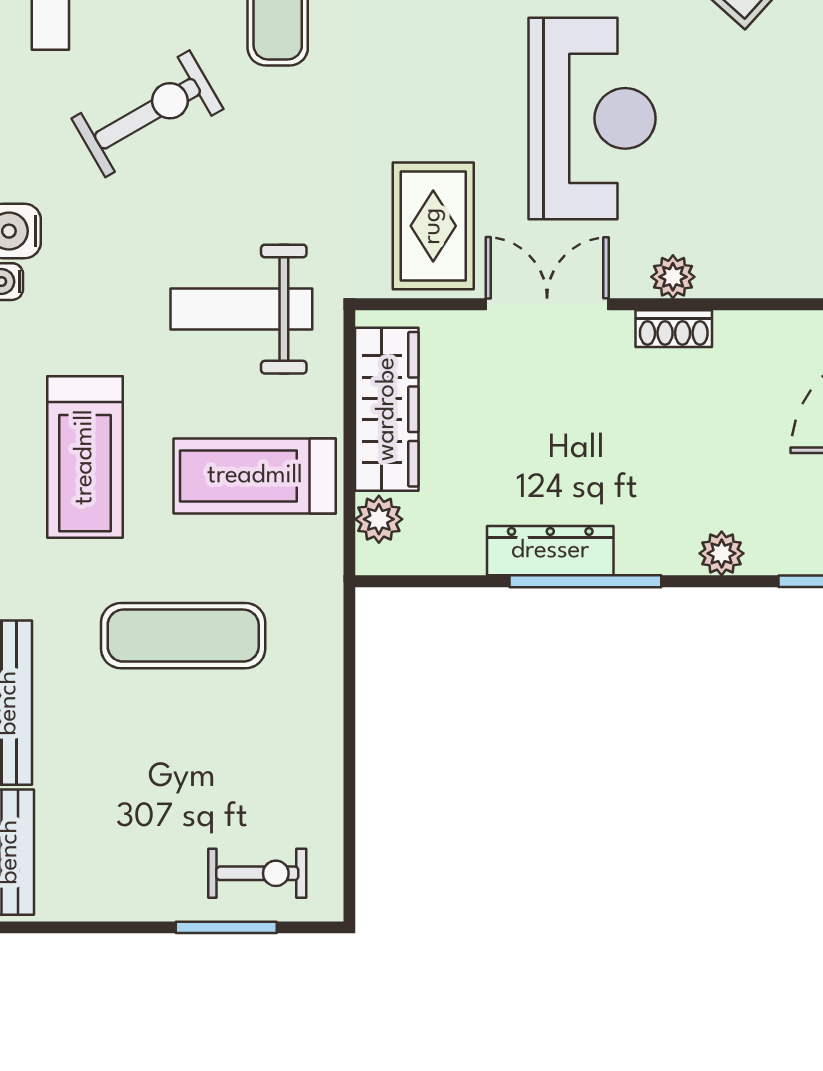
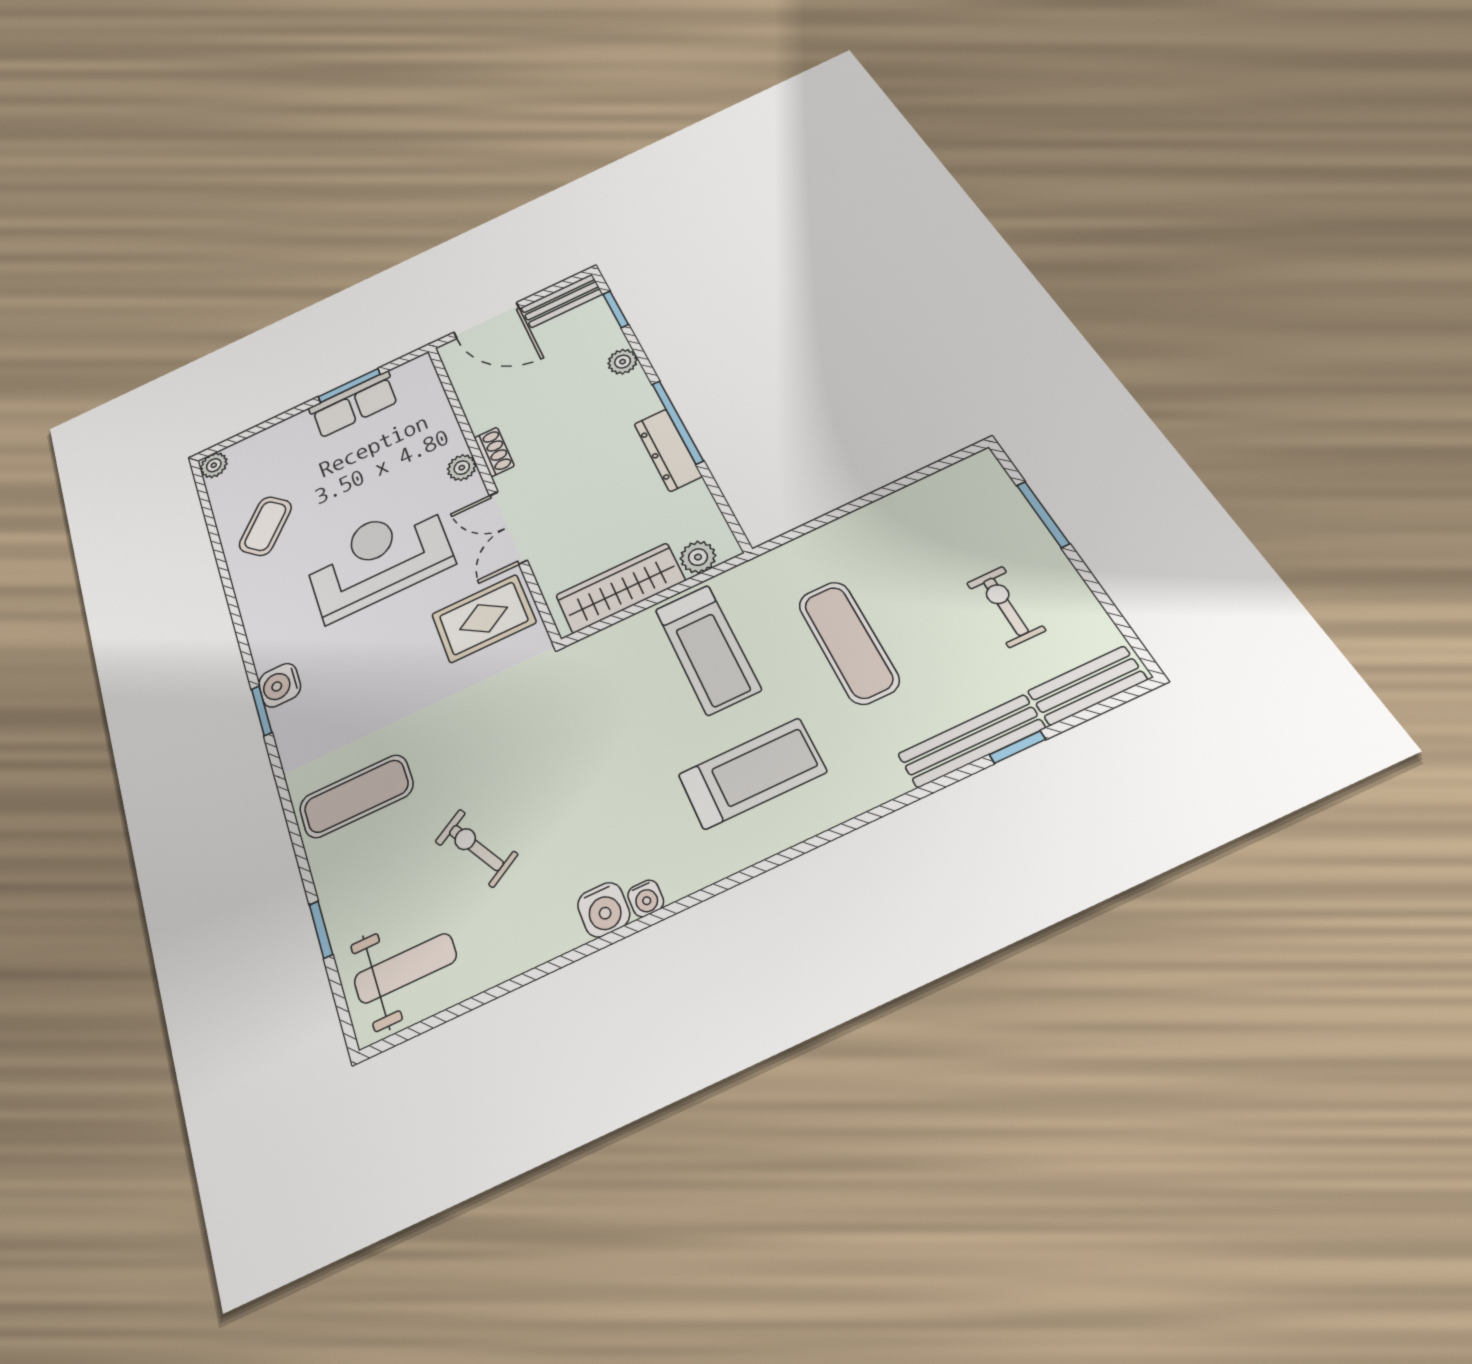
exercise bike: (147, 114) -> (476, 848), width x0.73, depth x0.72
weight bench: (241, 309) -> (592, 714), removed
exercise bike: (257, 873) -> (1006, 606), moved

